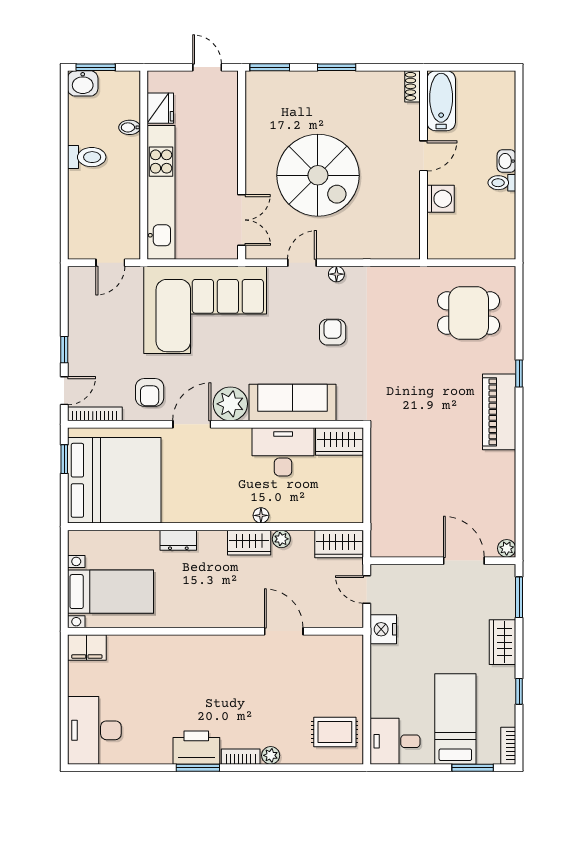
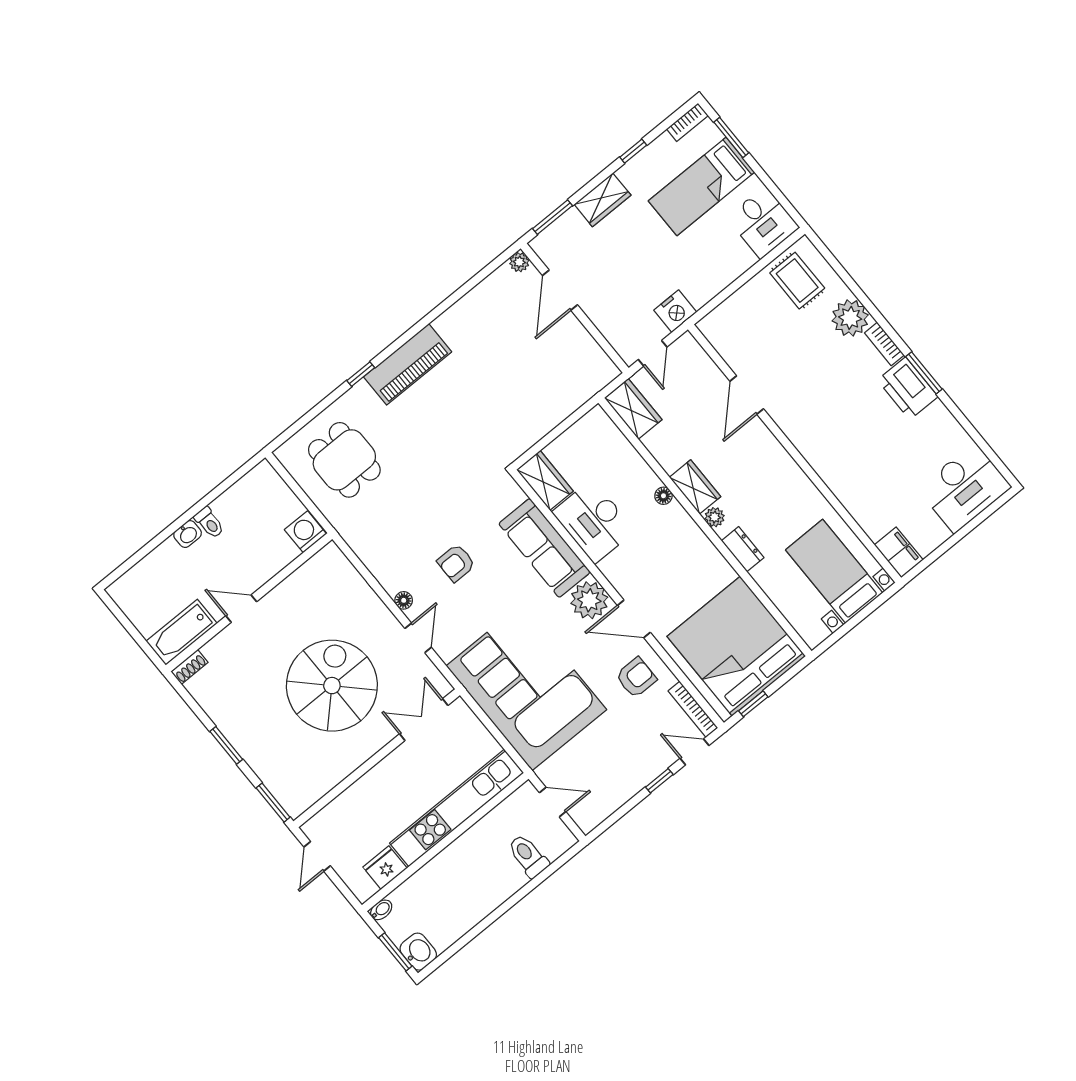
bidet: (130, 127) -> (381, 910), moved, turned -90
toilet: (87, 157) -> (528, 856), moved
washing machine: (441, 199) -> (305, 532), moved
door: (302, 263) -> (418, 638), swing flipped
plant: (281, 539) -> (715, 517), moved
plant: (271, 755) -> (850, 318), width x1.87, depth x1.87

